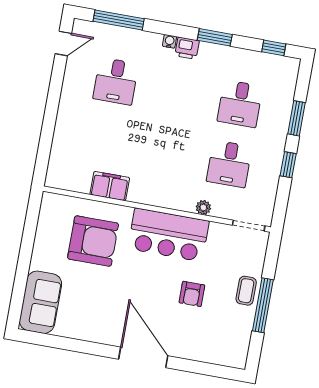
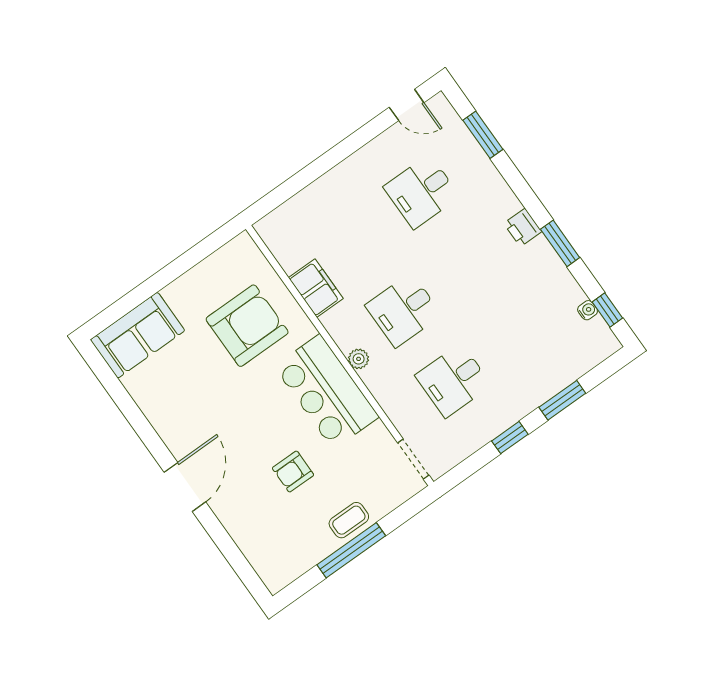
window: (119, 20) -> (483, 135), width x0.69
water cooler: (169, 41) -> (588, 310), moved
desk: (240, 104) -> (403, 310), moved
plant: (203, 208) -> (359, 359), moved
armchair: (93, 241) -> (247, 326), turned -90
door: (143, 357) -> (185, 487), width x0.73

